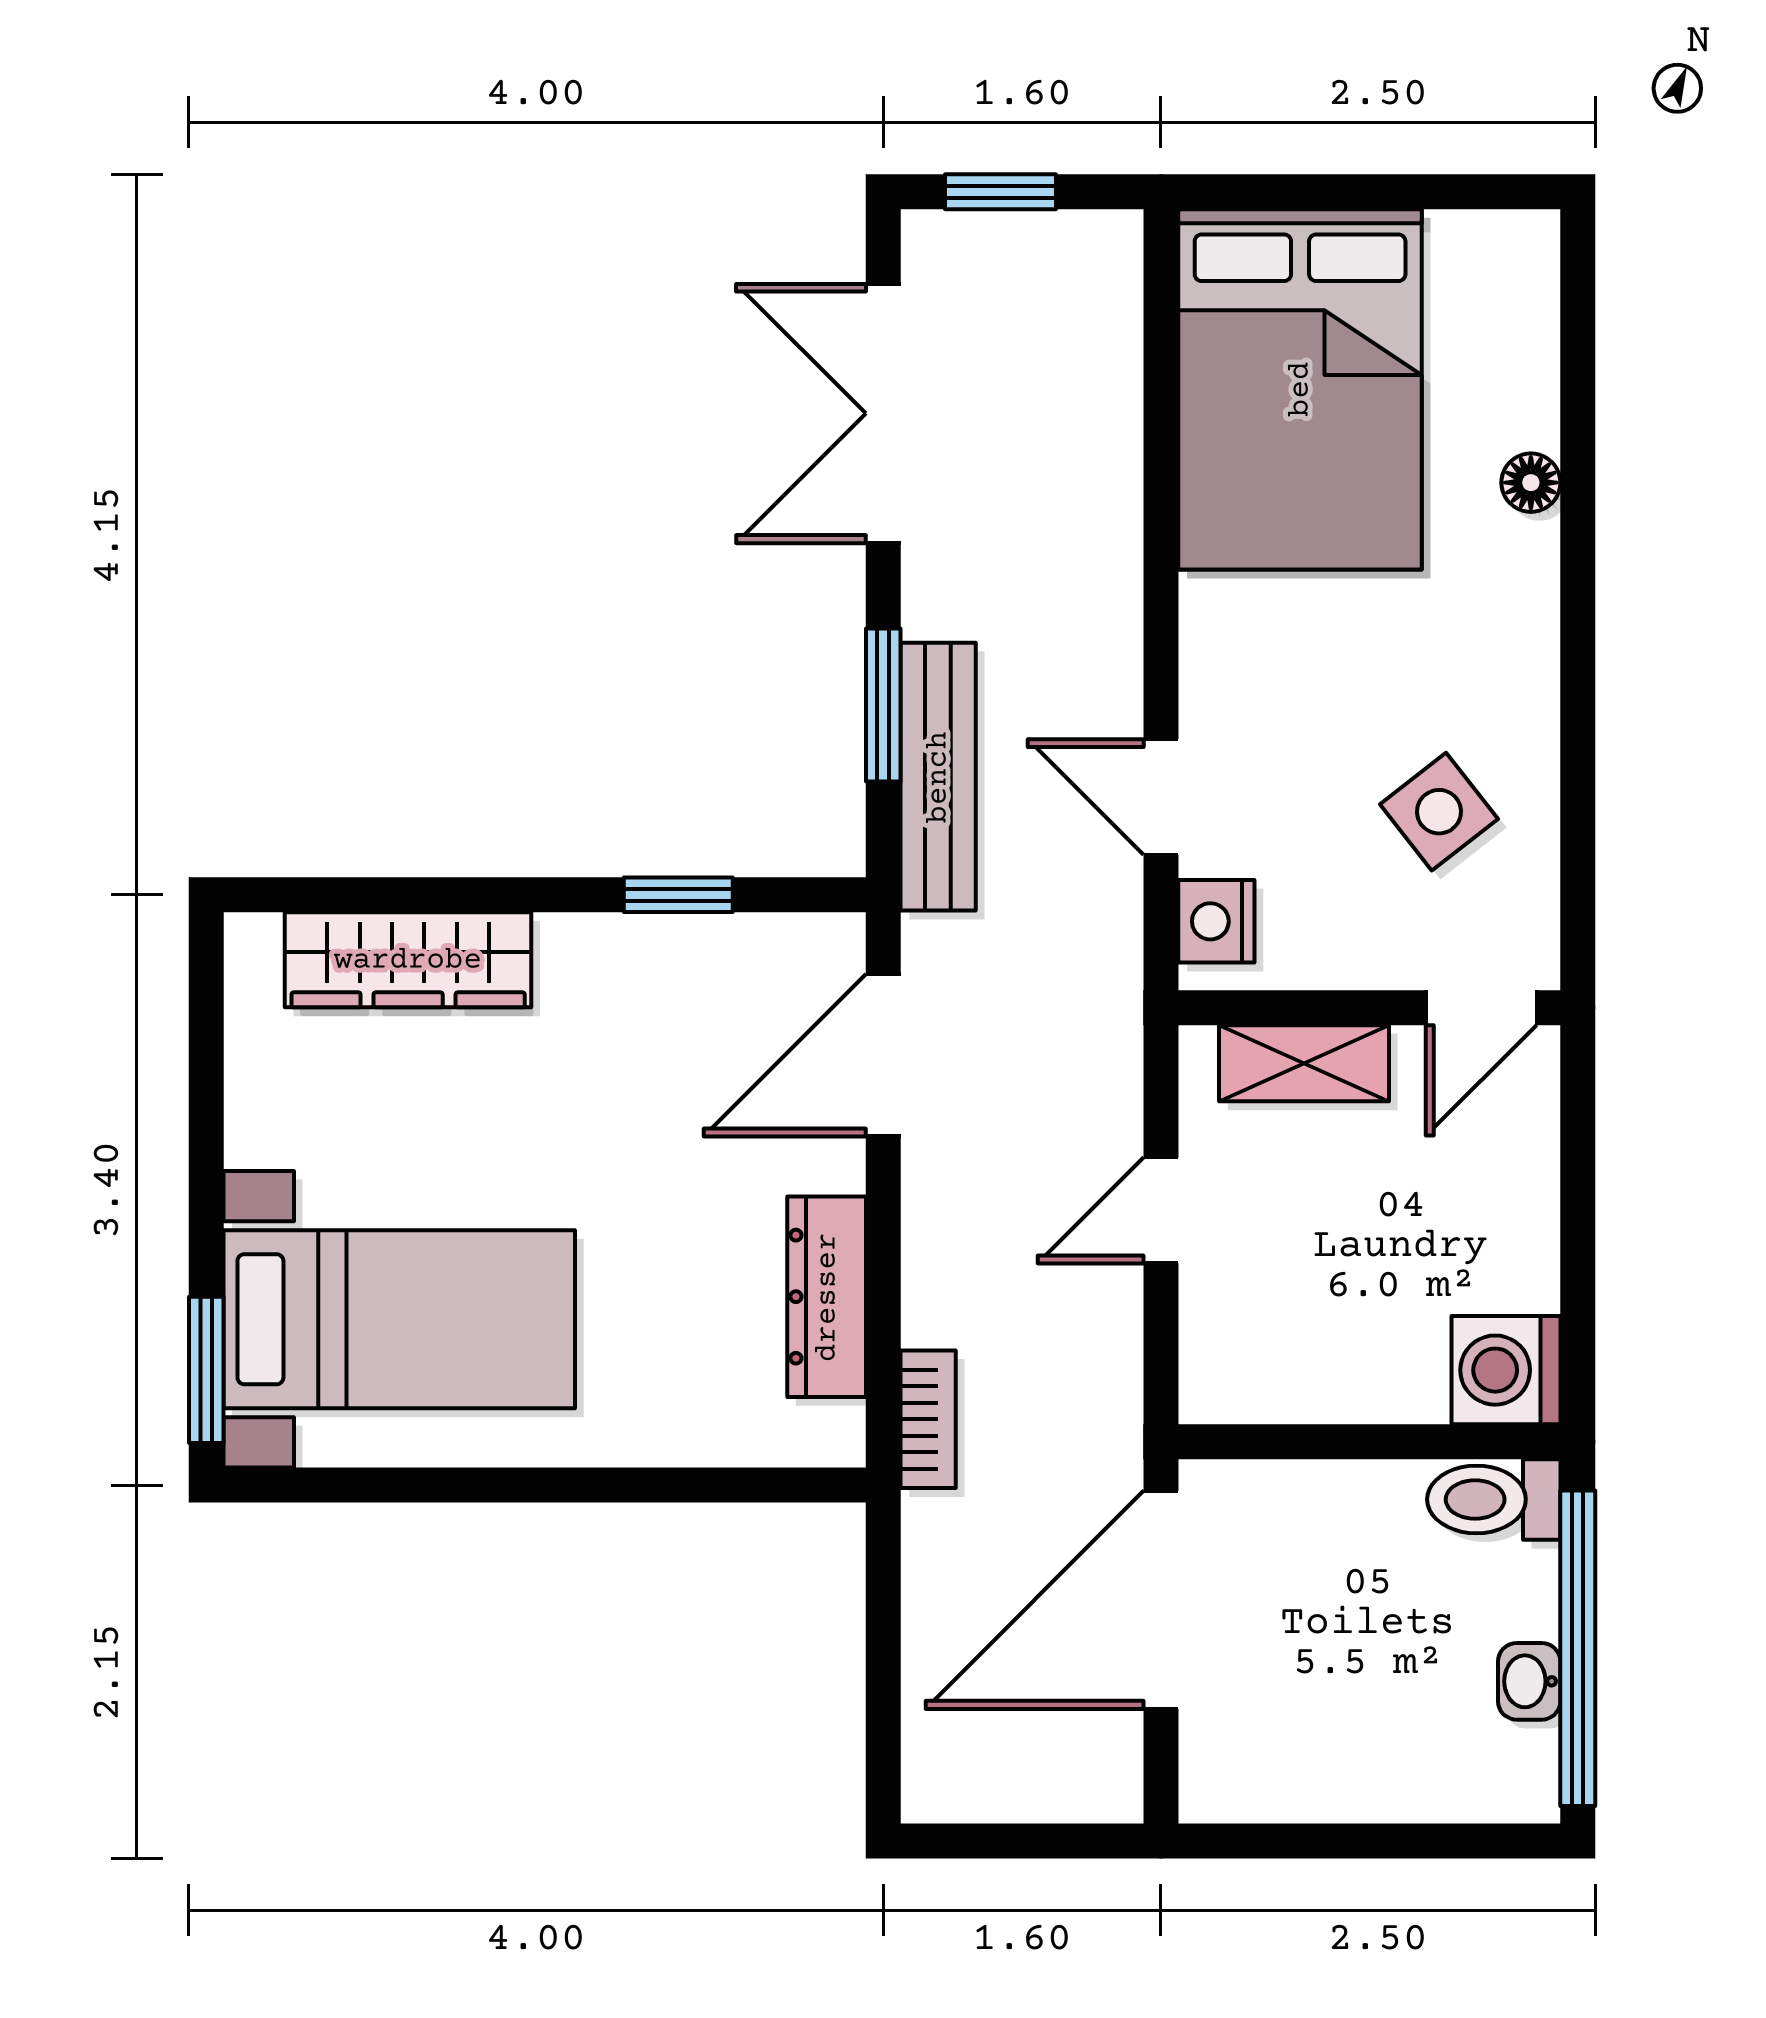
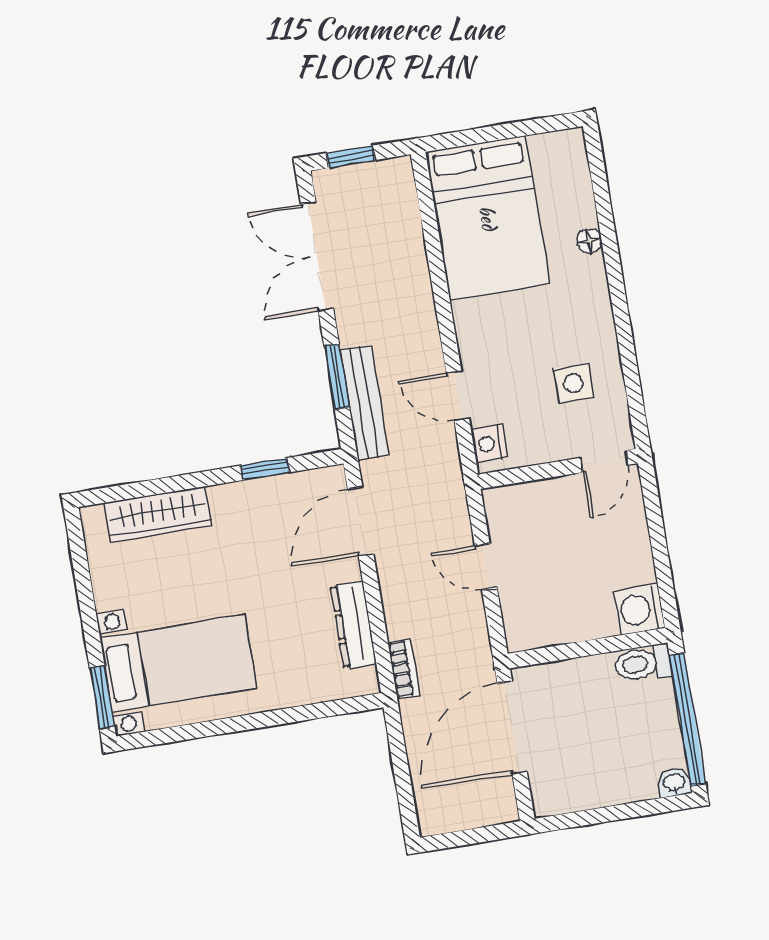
side table: (1439, 812) -> (574, 383), turned 38
shelving: (1304, 1063) -> (535, 496), removed
door: (1161, 1210) -> (486, 567), hinge flipped
washbasin: (1529, 1681) -> (674, 783), moved, turned 90

